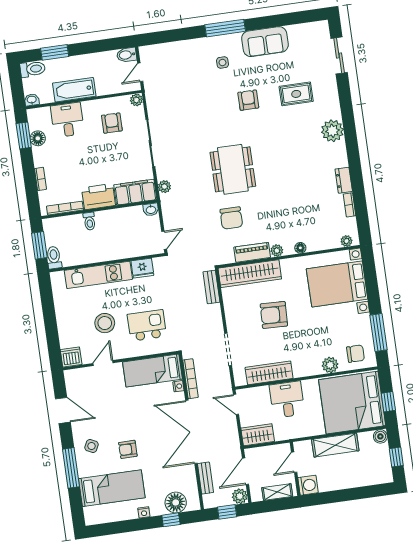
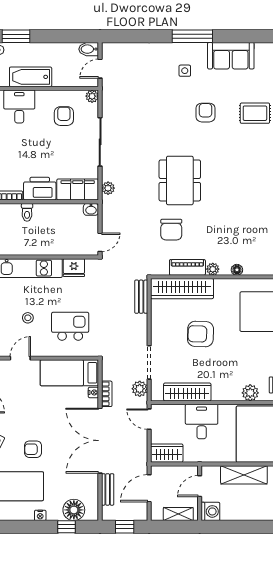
stool: (105, 323) -> (28, 318), width x0.53, depth x0.53
bookcase: (190, 379) -> (107, 394), width x0.64
plant: (240, 496) -> (140, 389), moved

